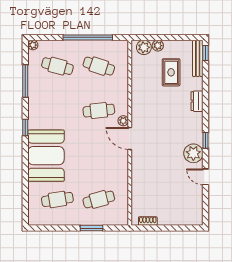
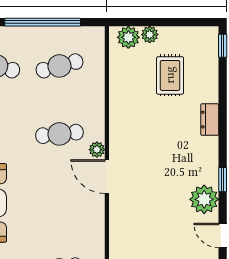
bench: (198, 58) -> (211, 54), removed
cafe table: (99, 66) -> (59, 66), turned -33

